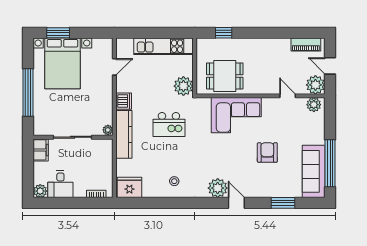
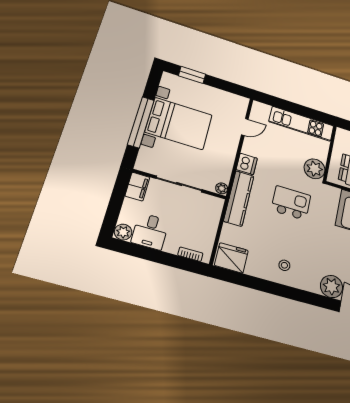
bed with nightstands: (62, 63) -> (179, 124), moved, turned -90
kitchen island: (169, 125) -> (291, 203), turned 180

